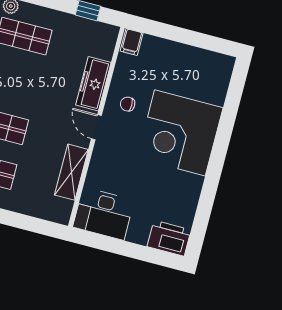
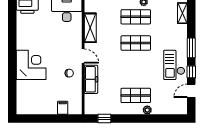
filing cabinet: (132, 42) -> (63, 108), moved
corner desk: (180, 133) -> (31, 65), width x0.74, depth x0.74

